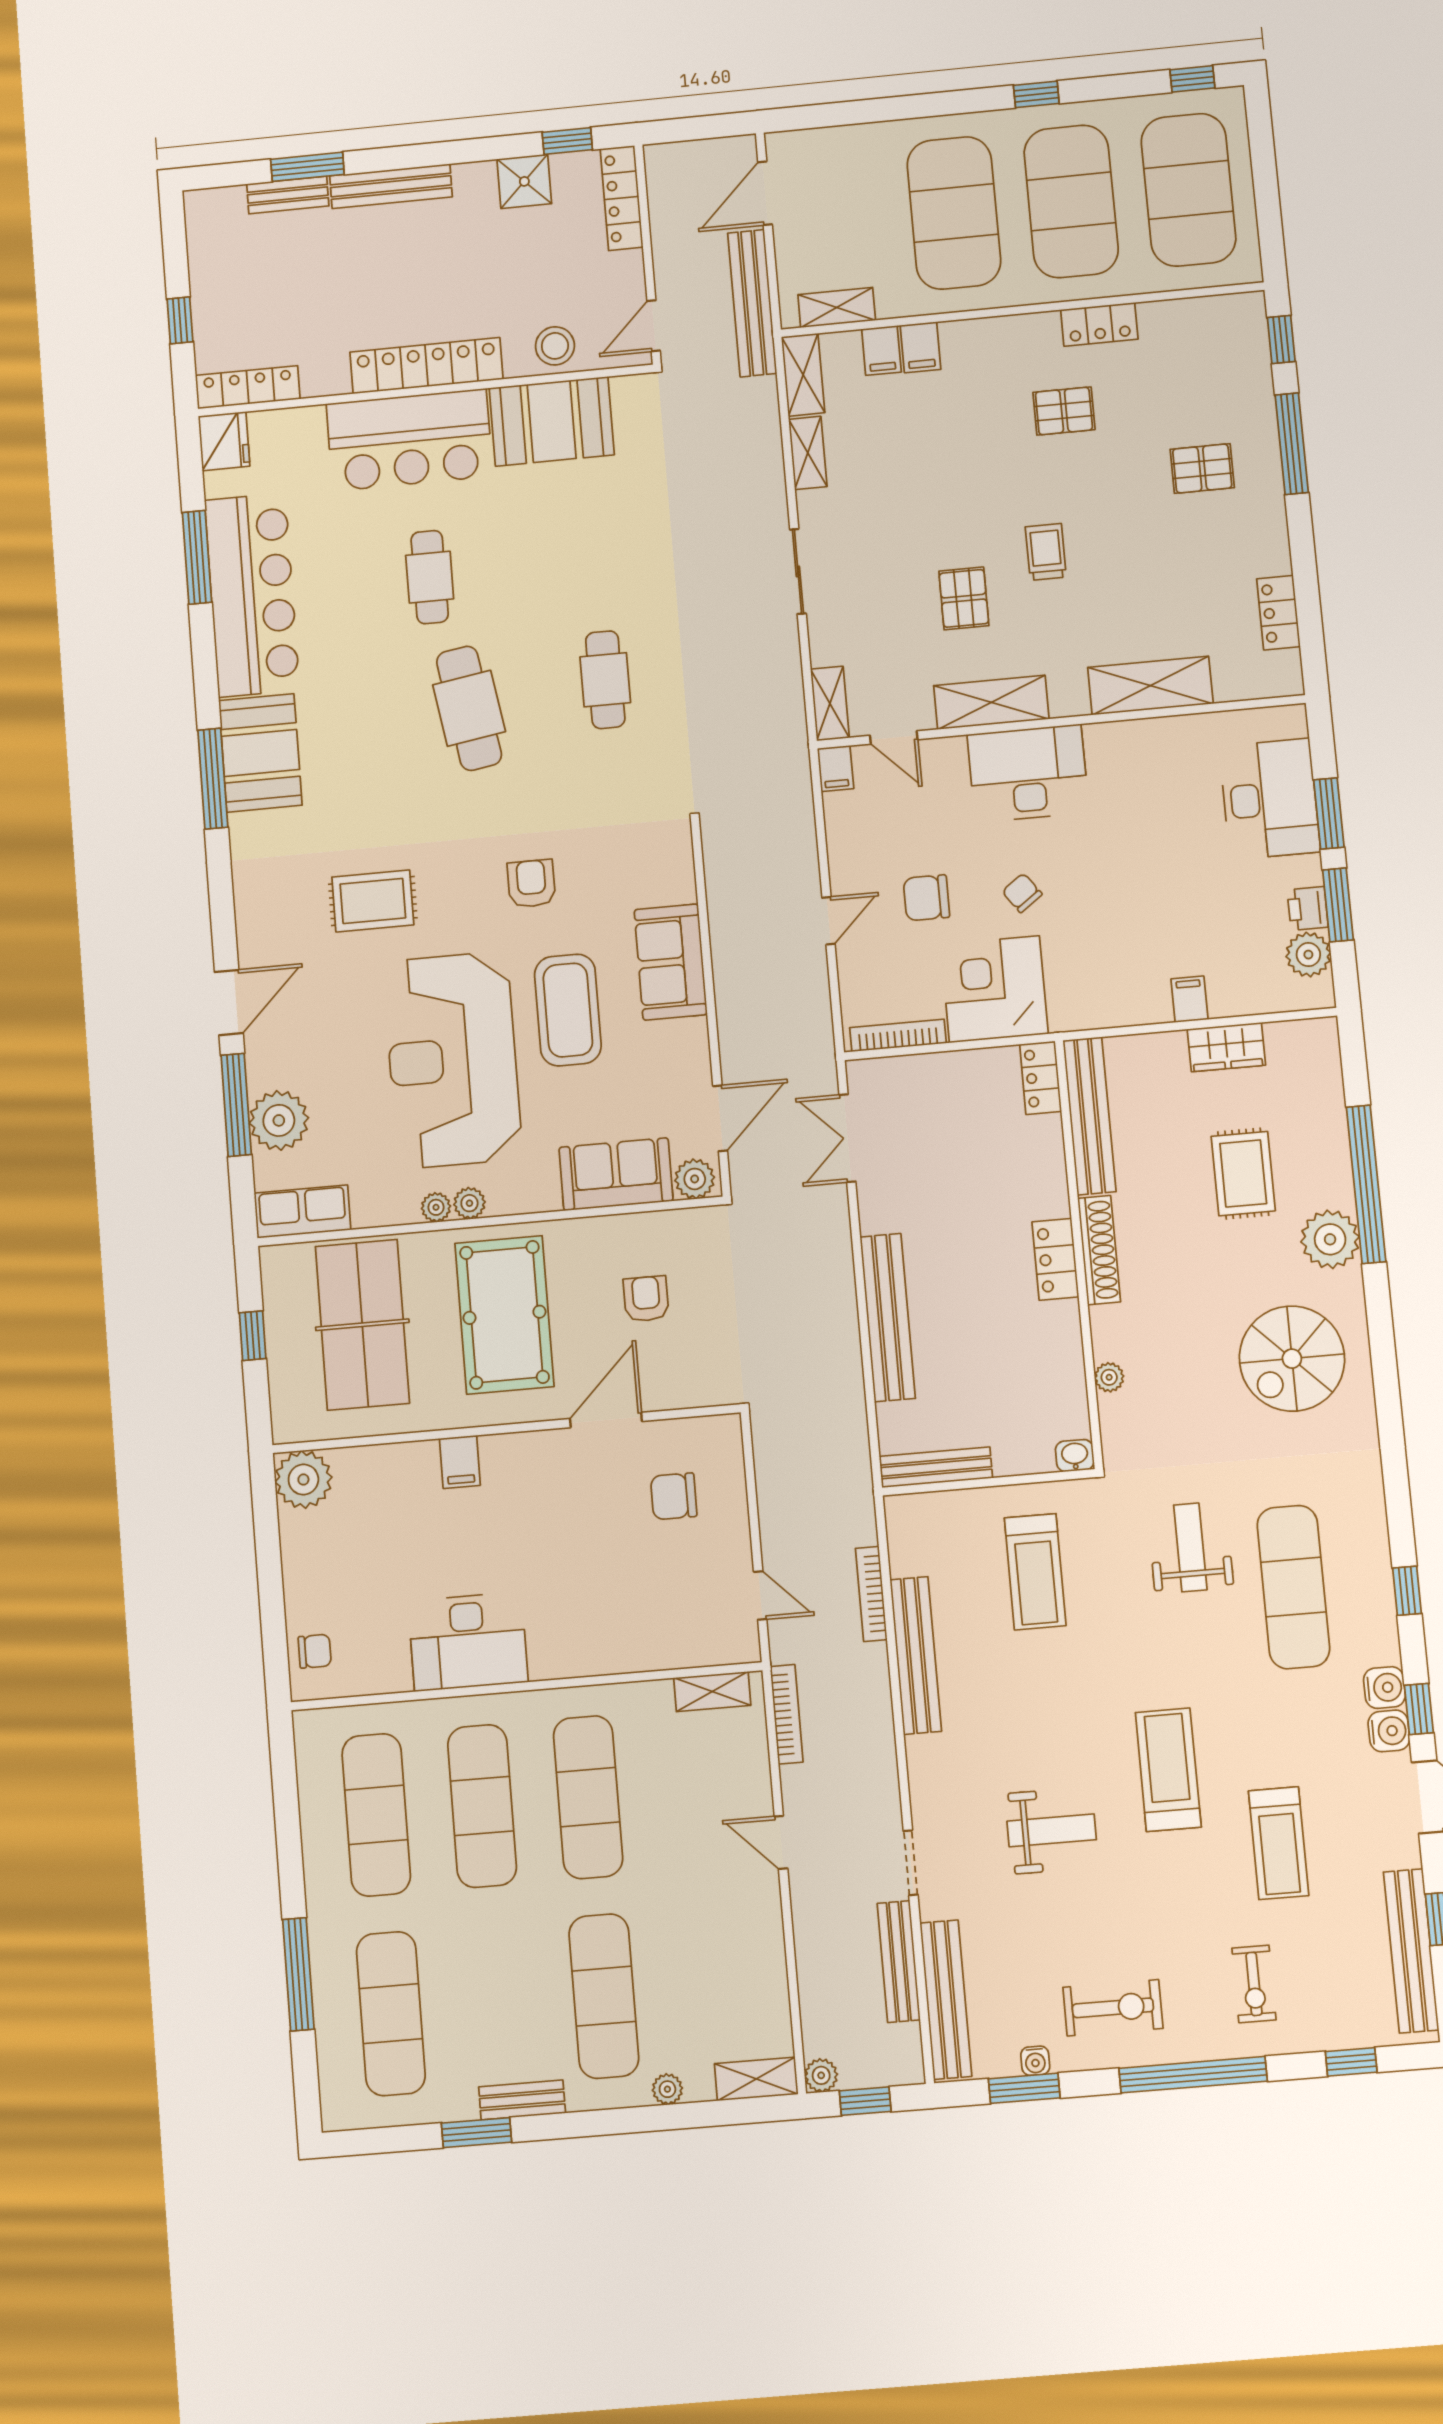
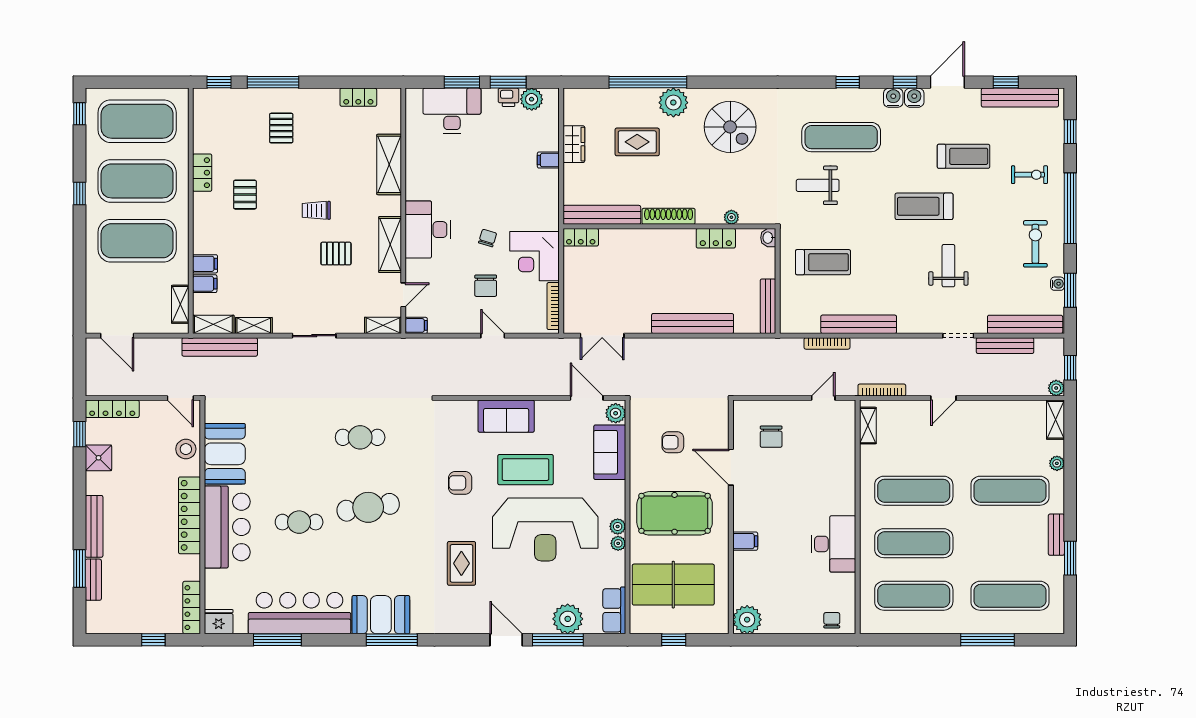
bench: (752, 303) -> (220, 347), moved
chair: (1022, 893) -> (488, 238), turned 143
locker: (1055, 1259) -> (716, 238), moved

